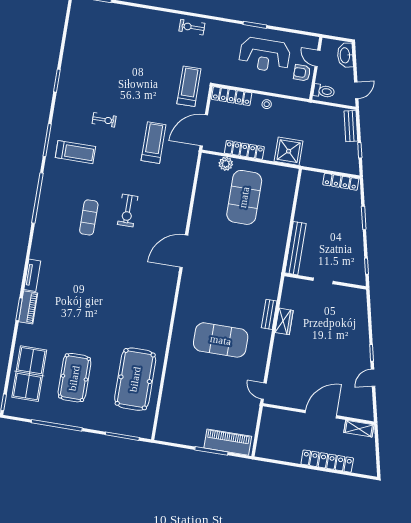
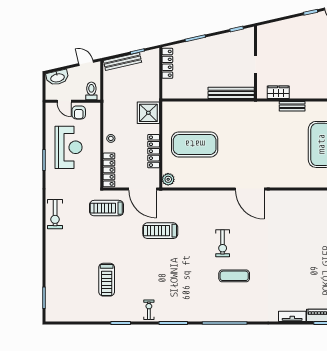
exercise bike: (192, 27) -> (55, 214), width x1.38, depth x1.39
door: (317, 58) -> (64, 101), hinge flipped
exercise bike: (104, 120) -> (149, 310), moved
bench: (351, 126) -> (123, 61), width x1.36
treadmill: (75, 152) -> (107, 280), moved, turned 180
plant: (226, 164) -> (168, 179), moved
exercise bike: (128, 210) -> (223, 243), turned 90
wardrobe: (284, 321) -> (278, 92), moved

